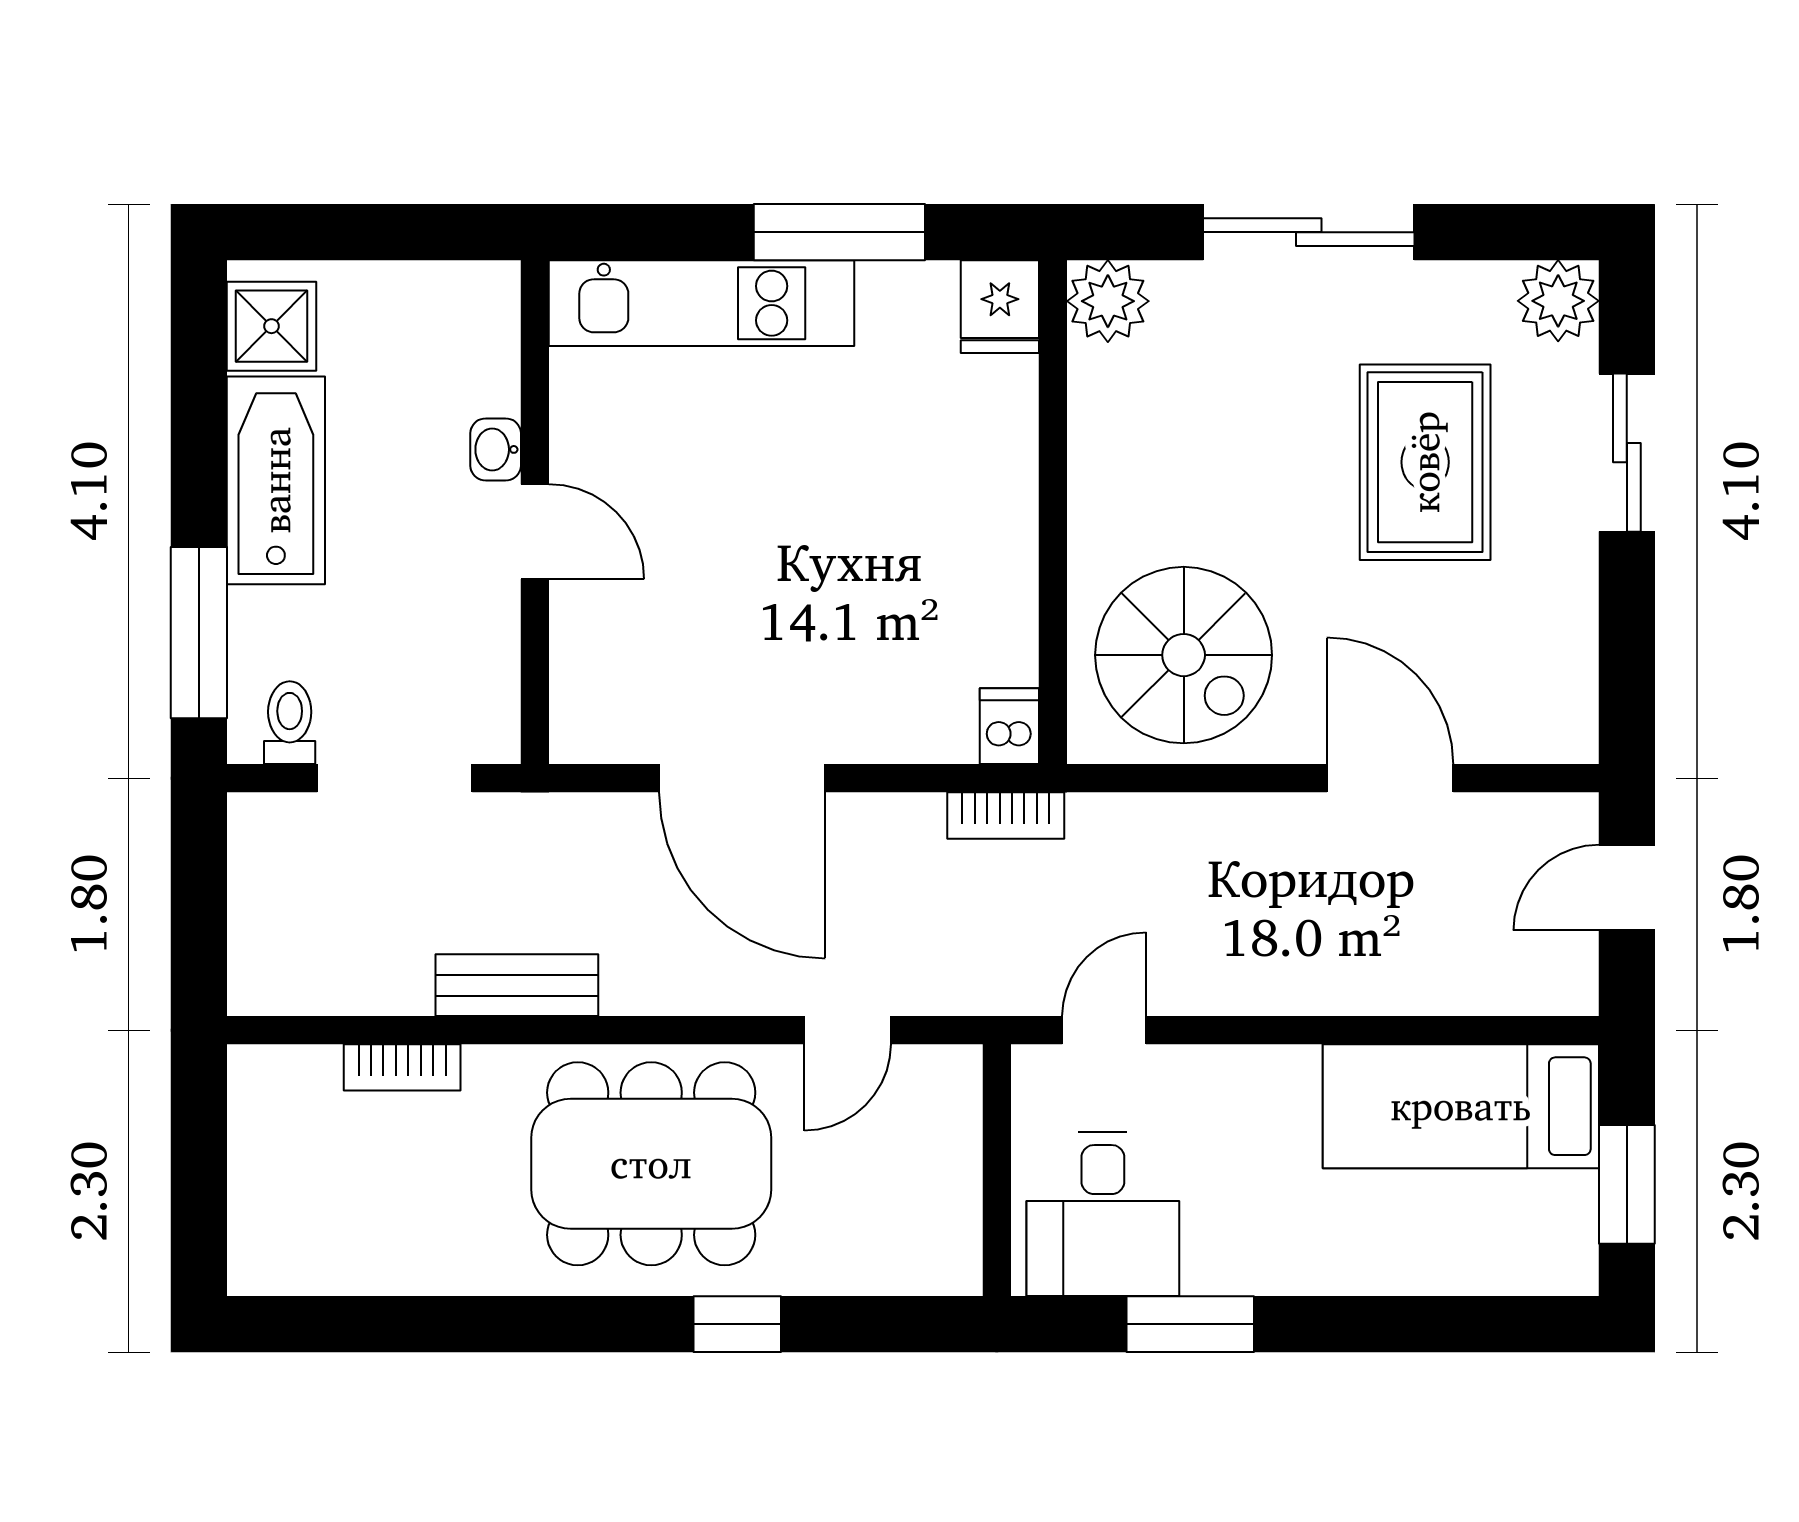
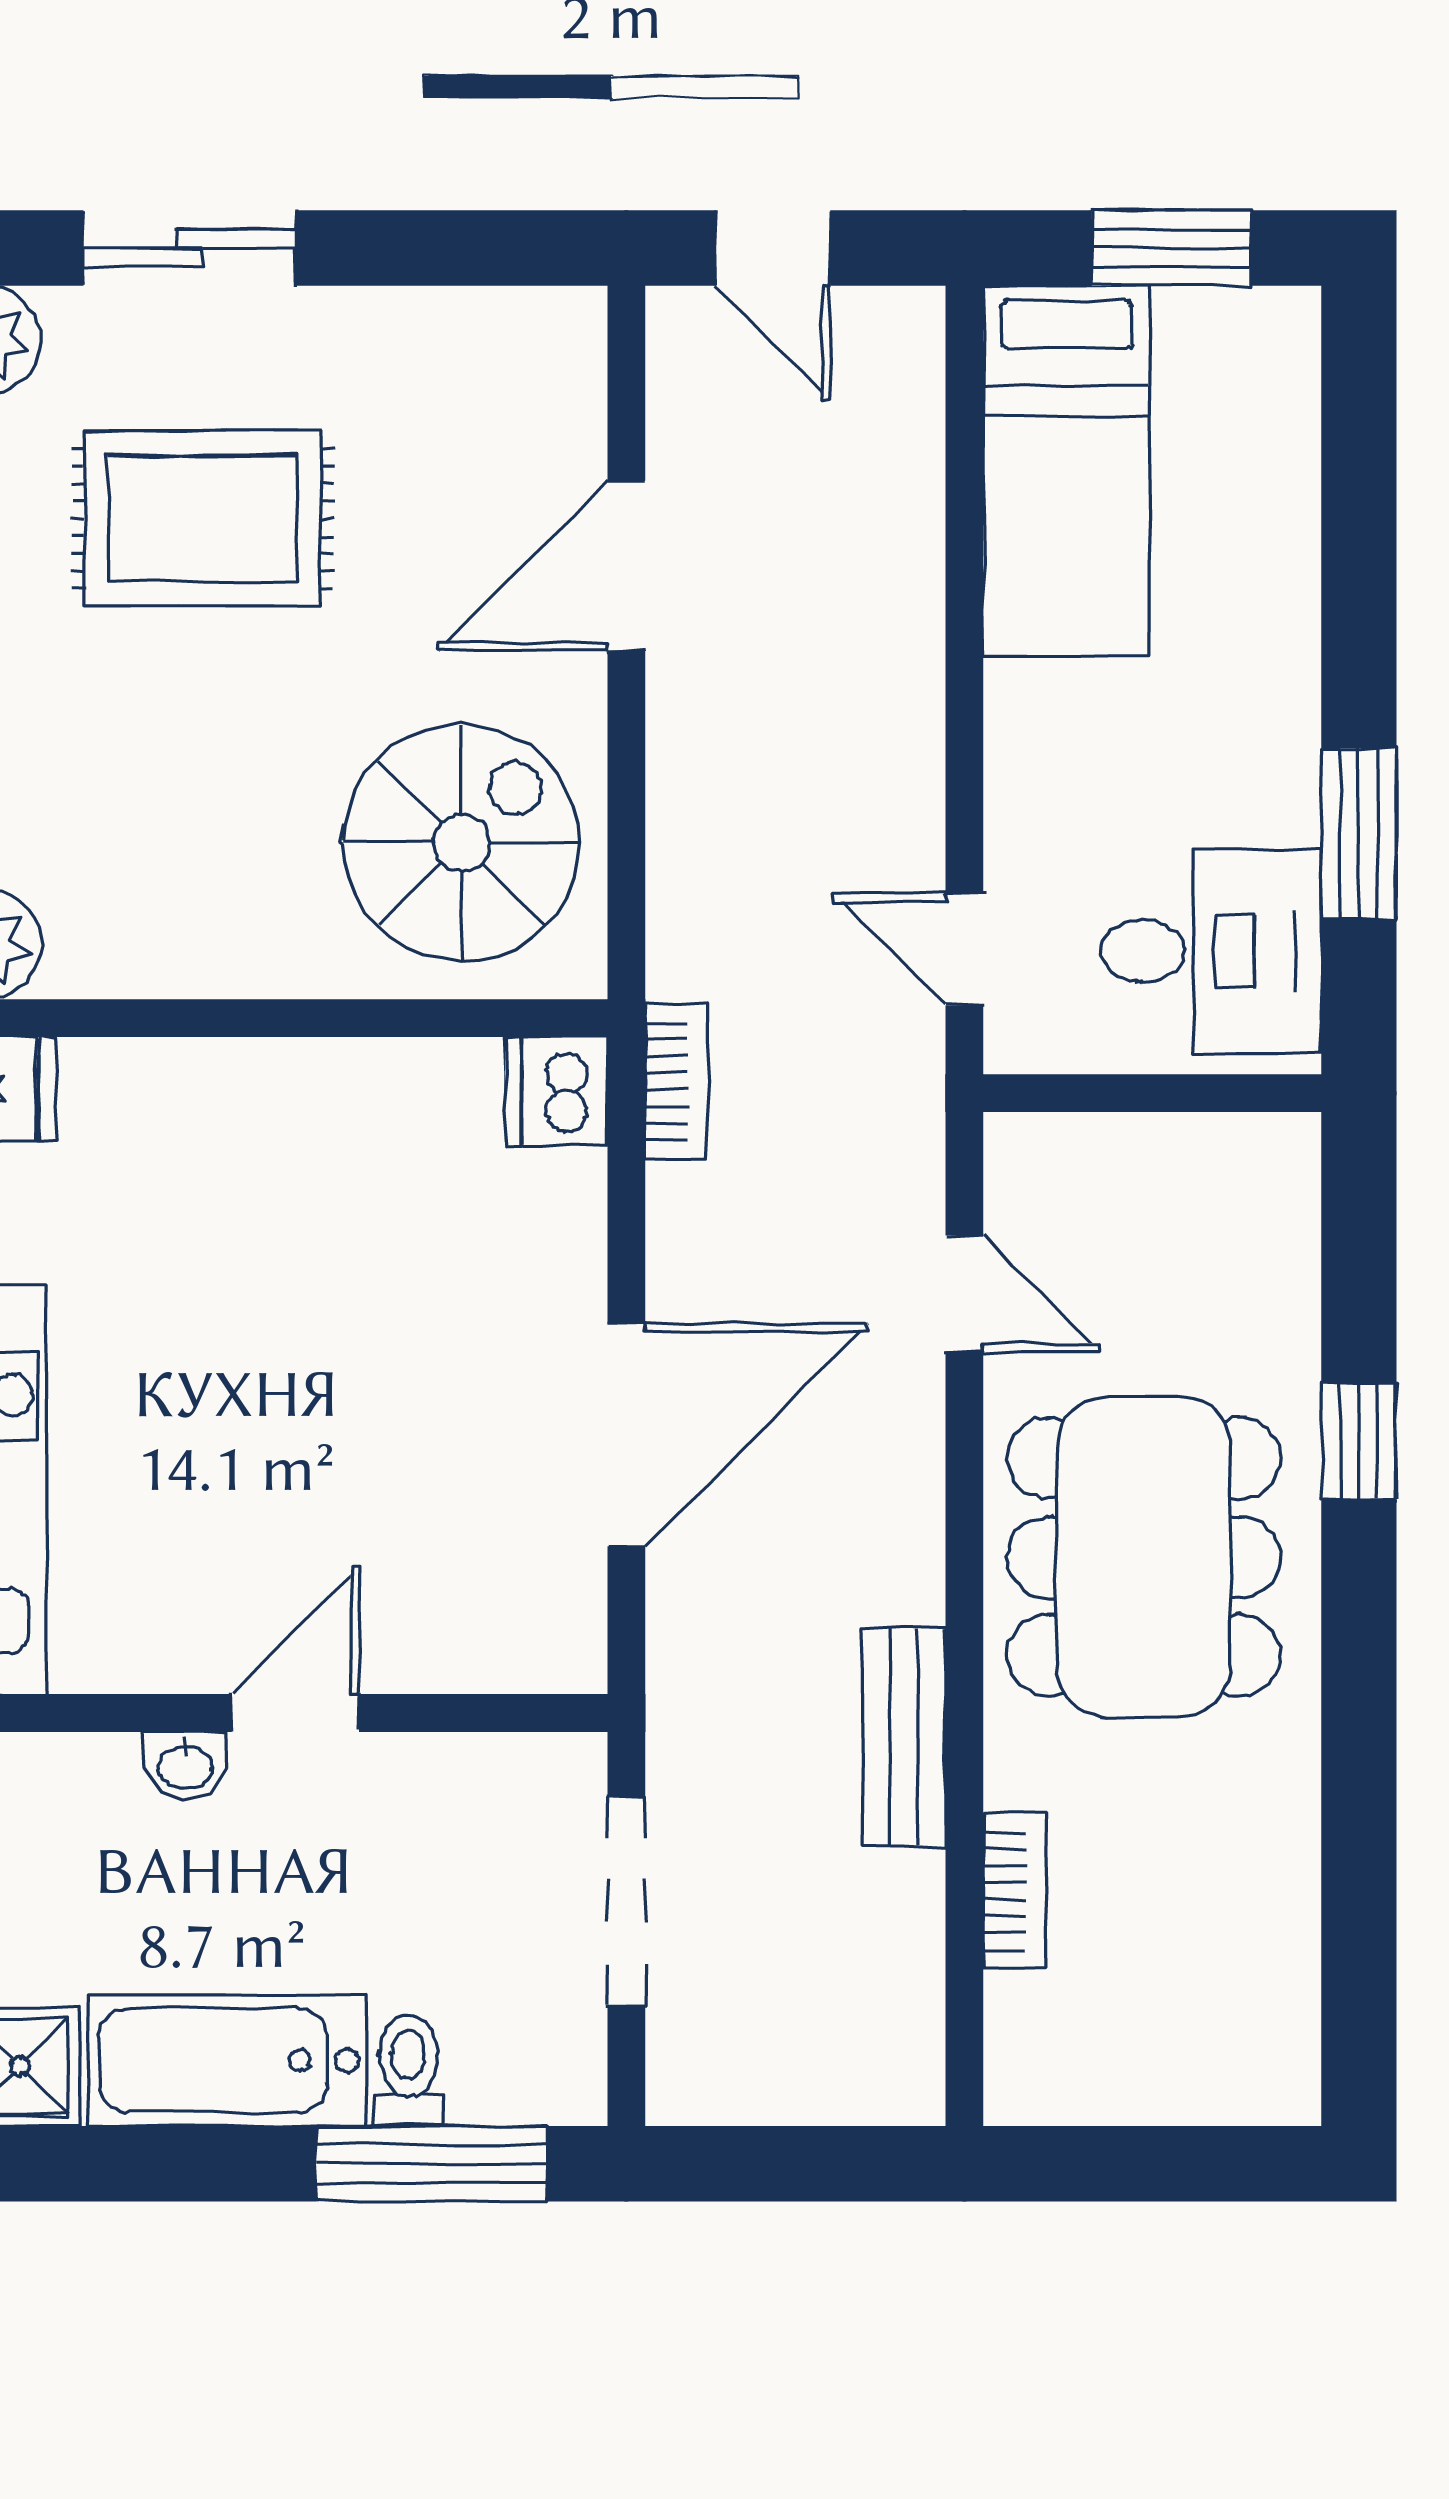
toilet: (290, 723) -> (408, 2070), moved, turned 90
dishwasher: (1009, 726) -> (557, 1091), width x1.38

